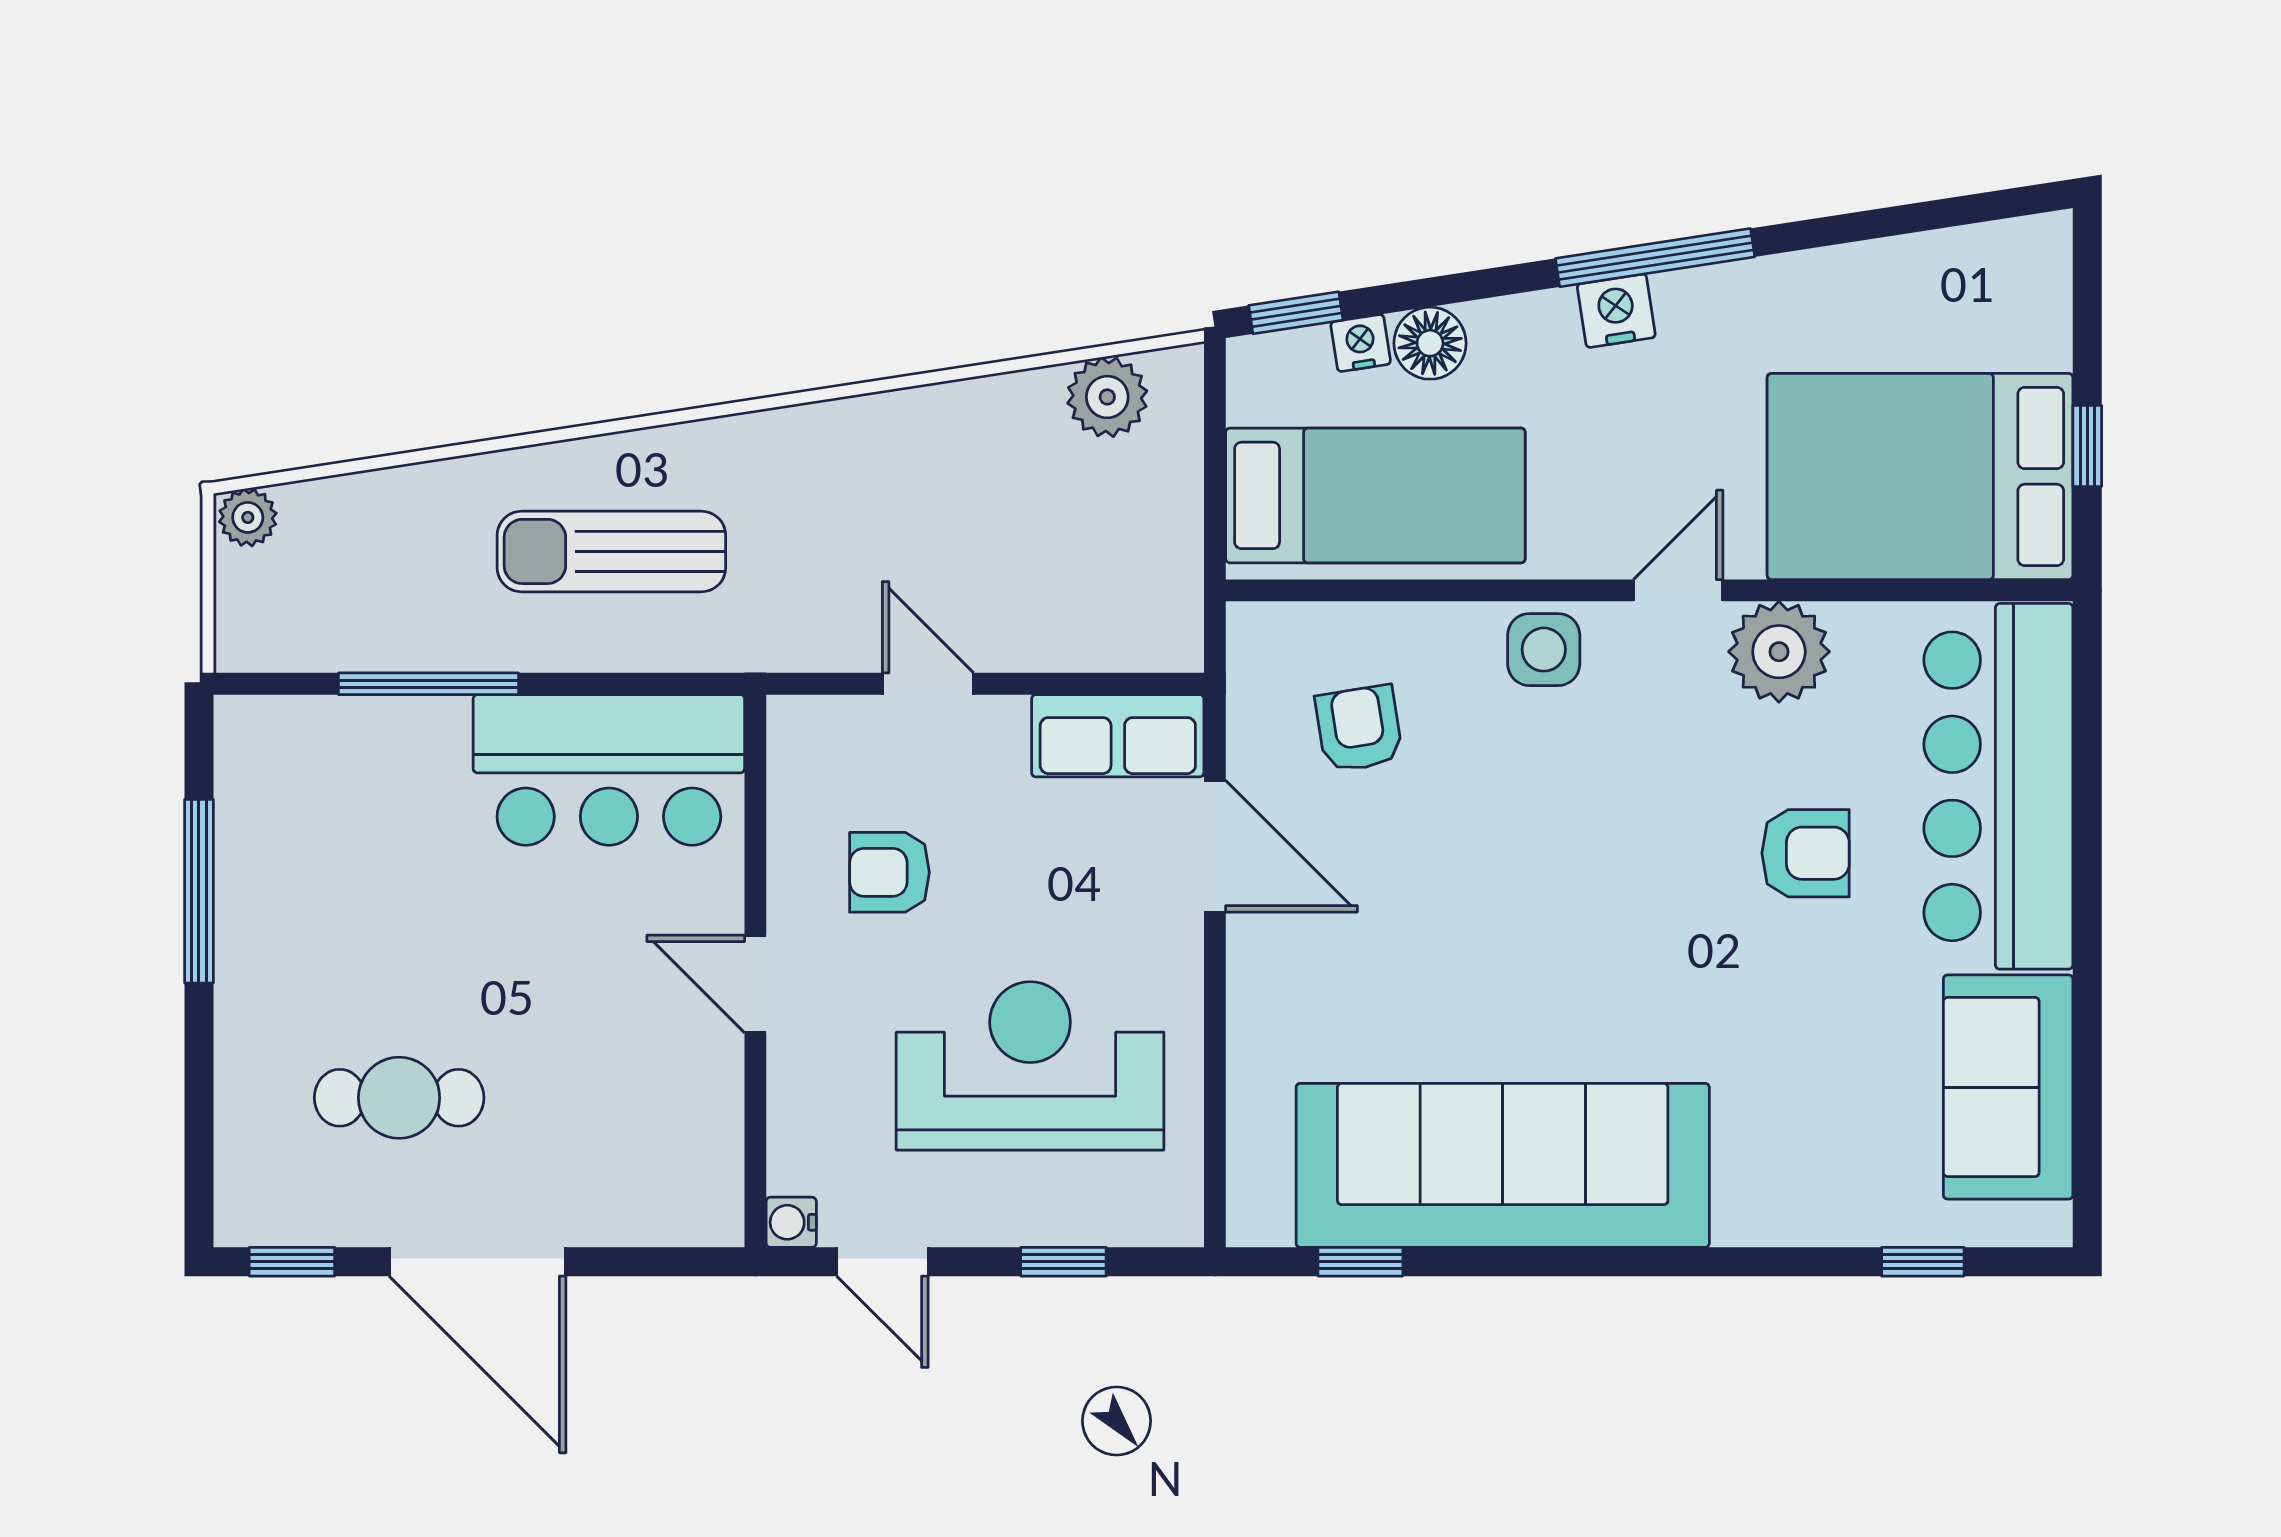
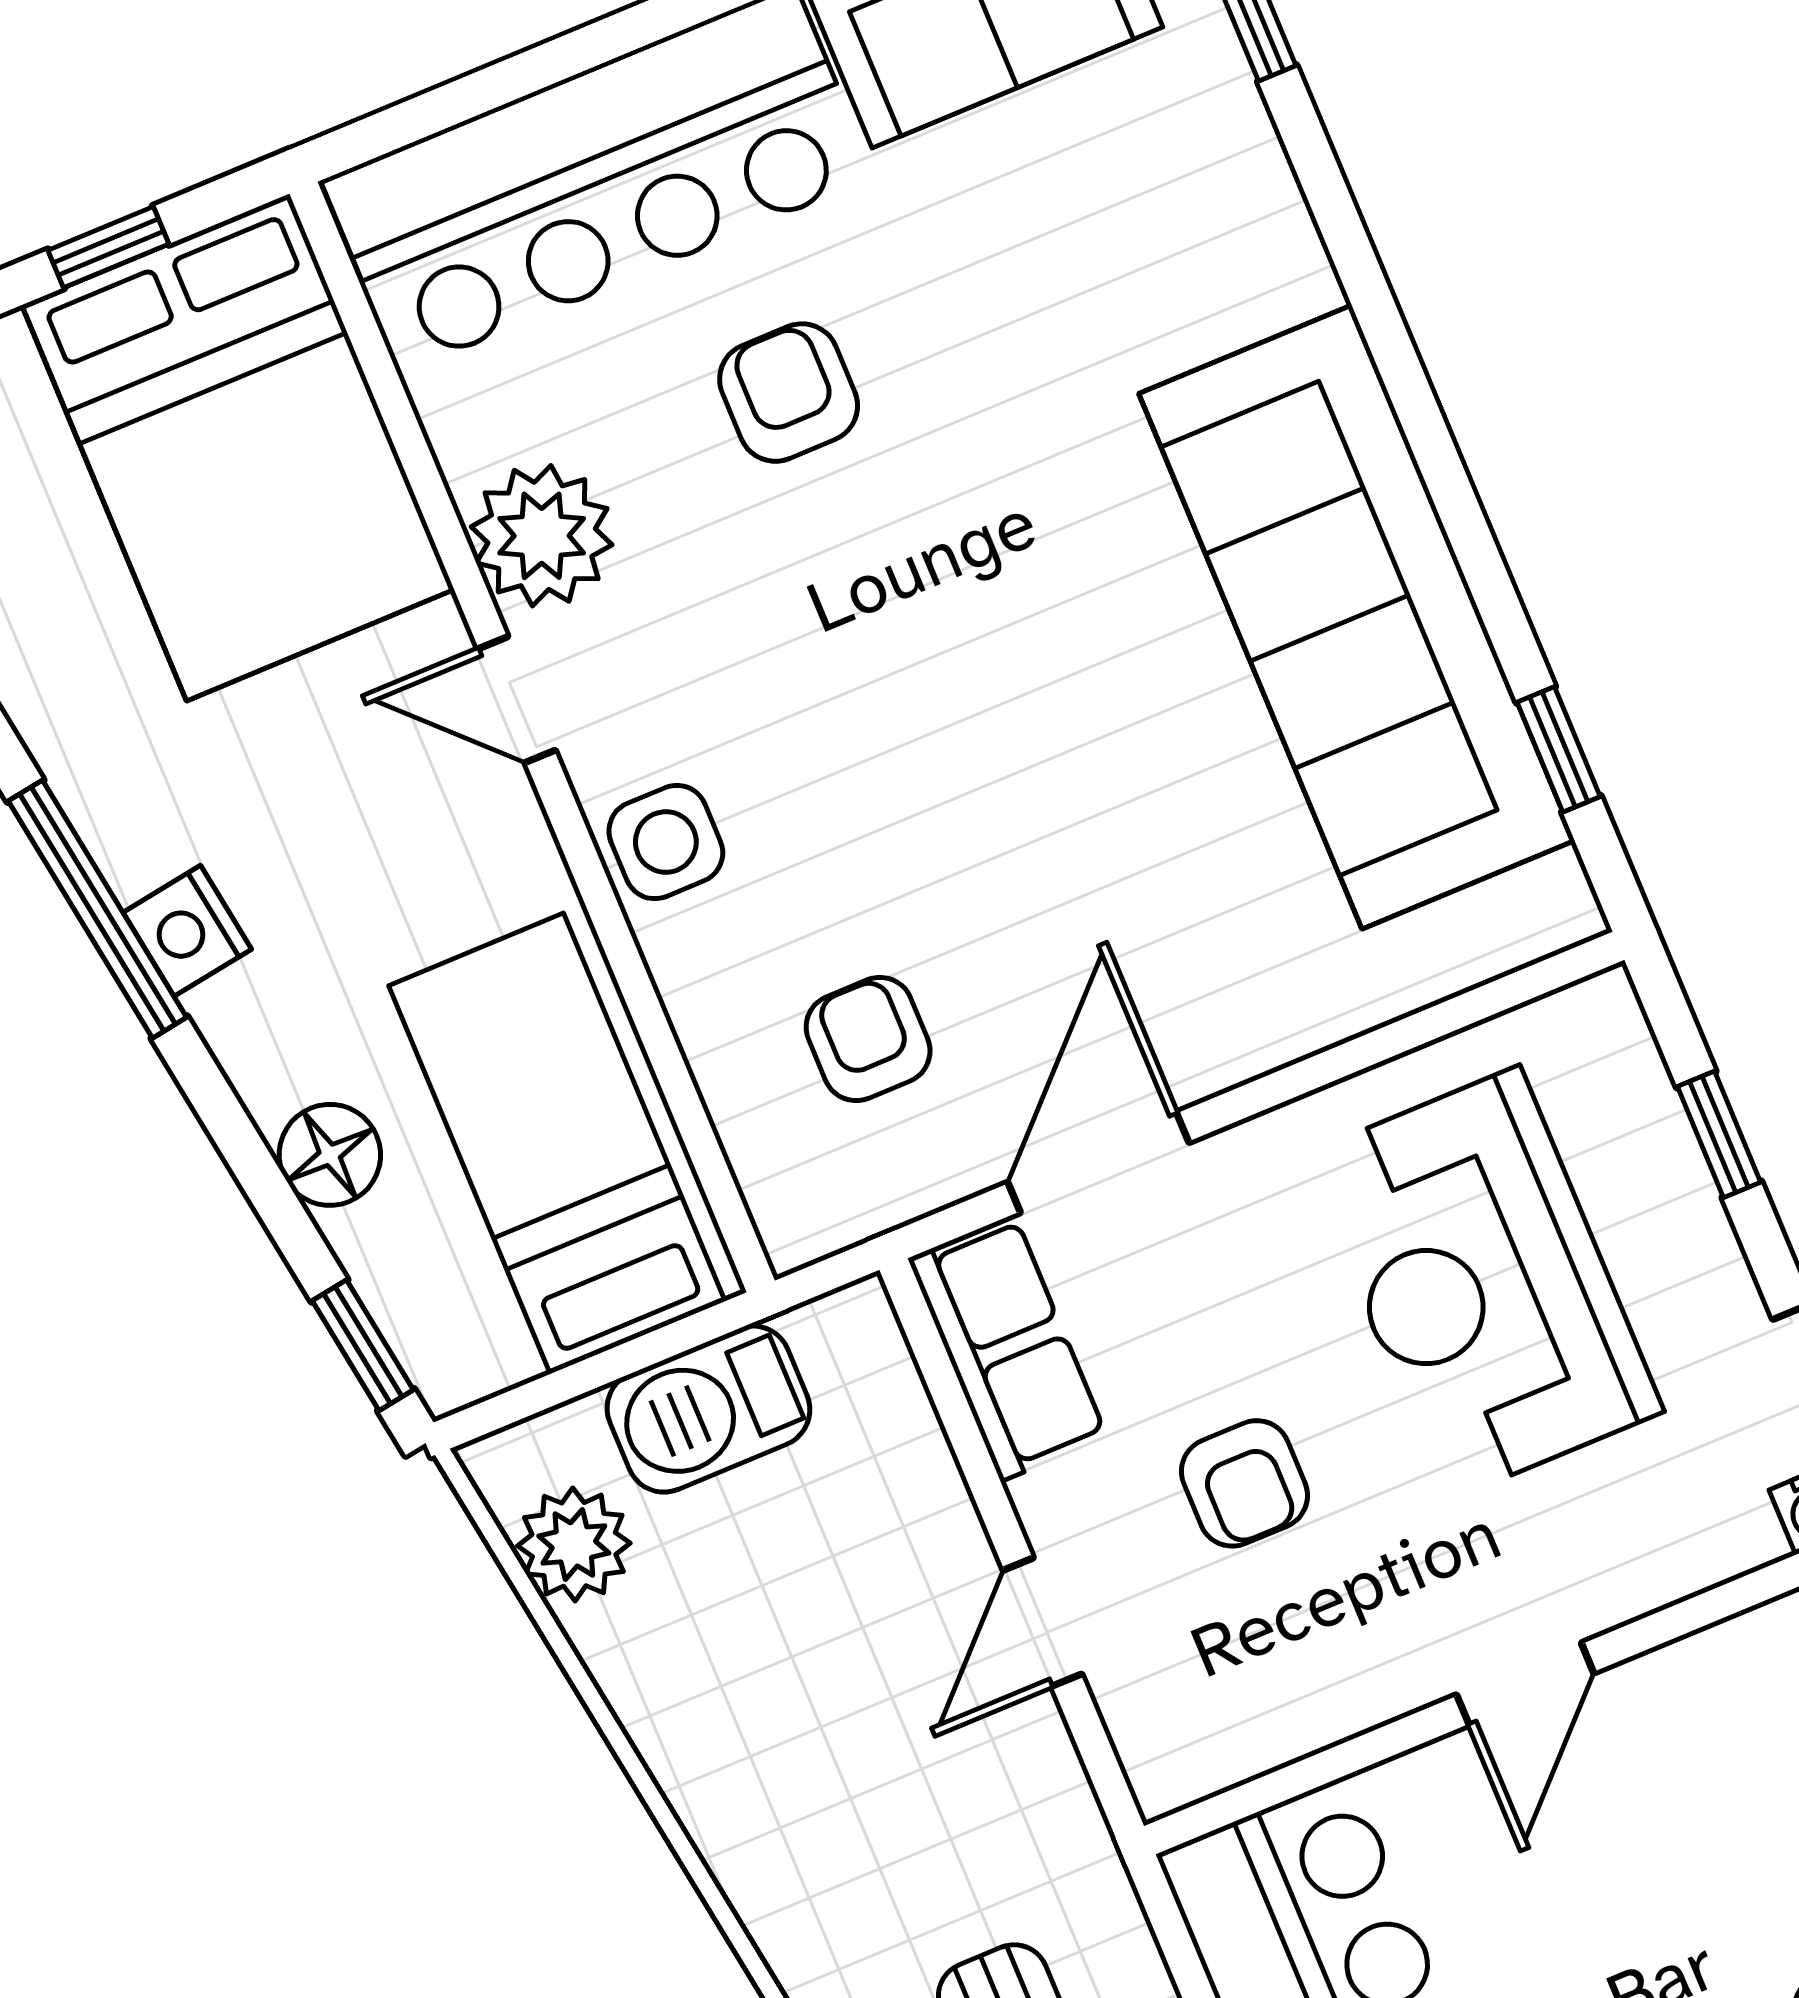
nightstand: (1361, 343) -> (367, 1245), removed
barbecue: (1159, 522) -> (708, 1409), added
armchair: (1359, 729) -> (868, 1039), turned 99
armchair: (889, 872) -> (1244, 1483), moved

